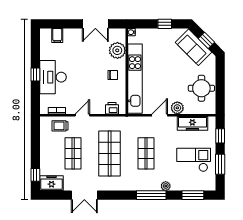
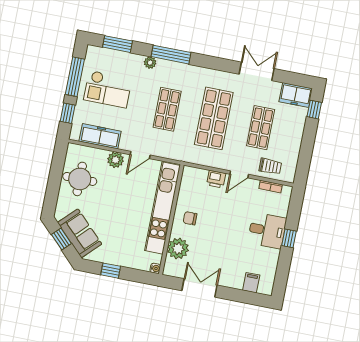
desk: (53, 77) -> (267, 230), width x0.73
printer: (112, 108) -> (216, 179), moved
window: (220, 164) -> (75, 77), width x1.44

